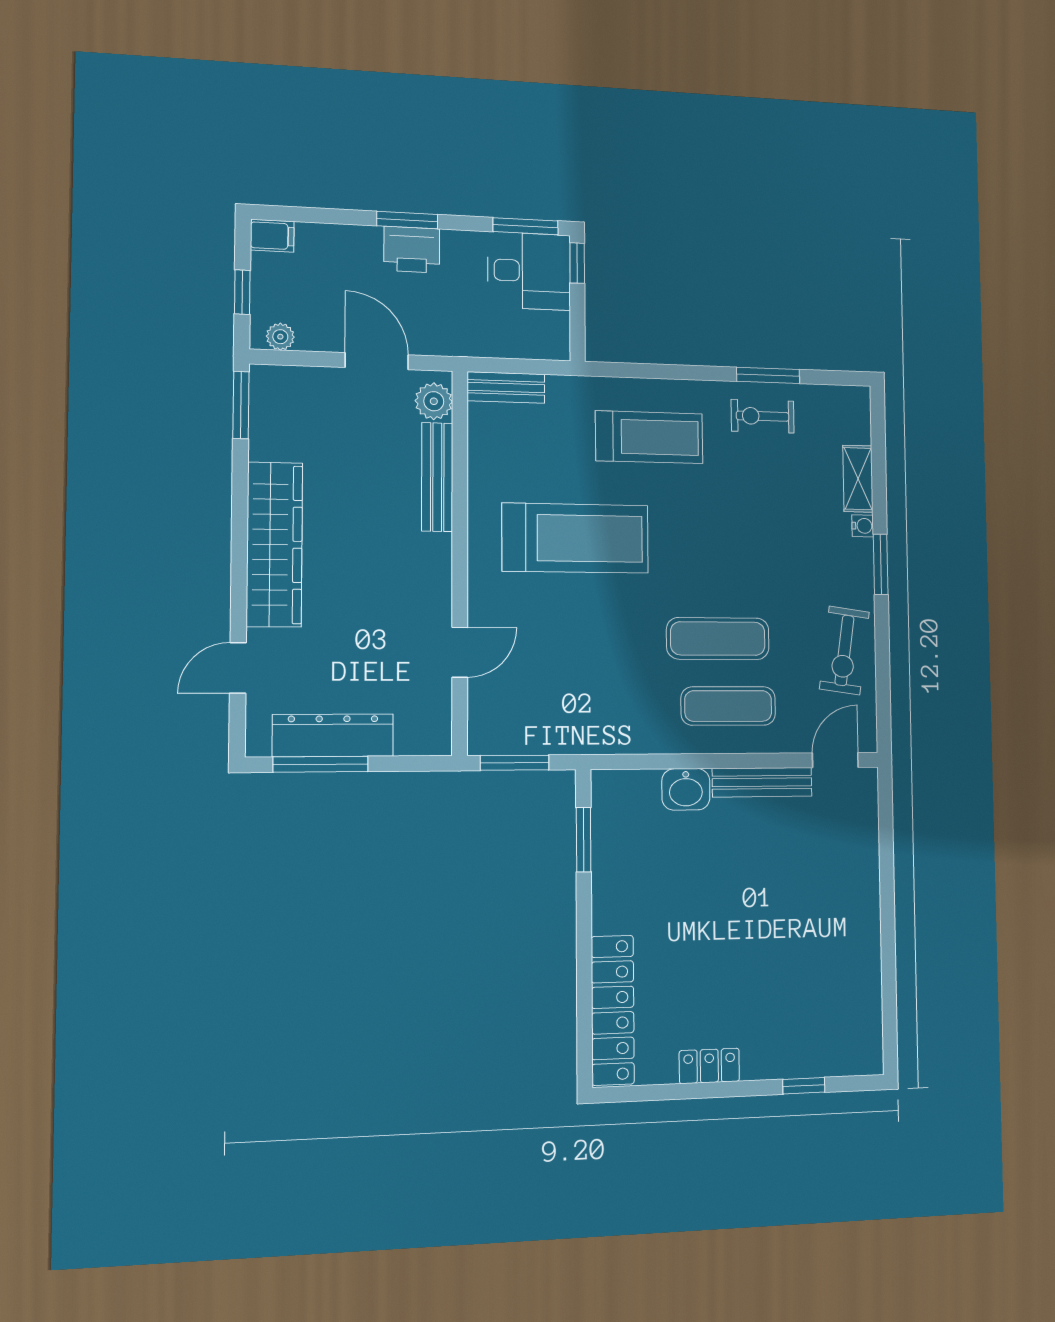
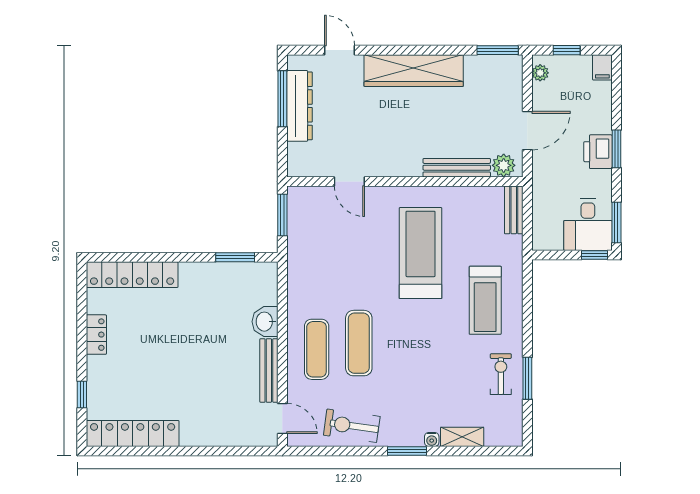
treadmill: (575, 538) -> (421, 253), turned 180
locker: (862, 1000) -> (133, 433), added

